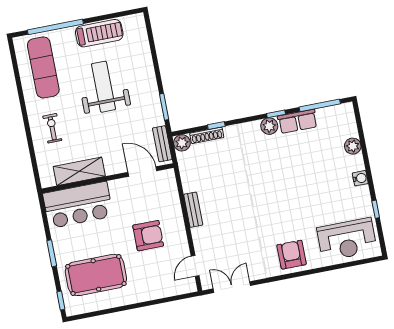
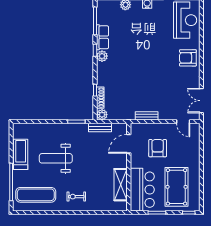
shelving: (79, 171) -> (121, 185), moved
door: (142, 172) -> (129, 144), moved
wall: (108, 178) -> (129, 167), moved
bar counter: (78, 205) -> (142, 190), moved

